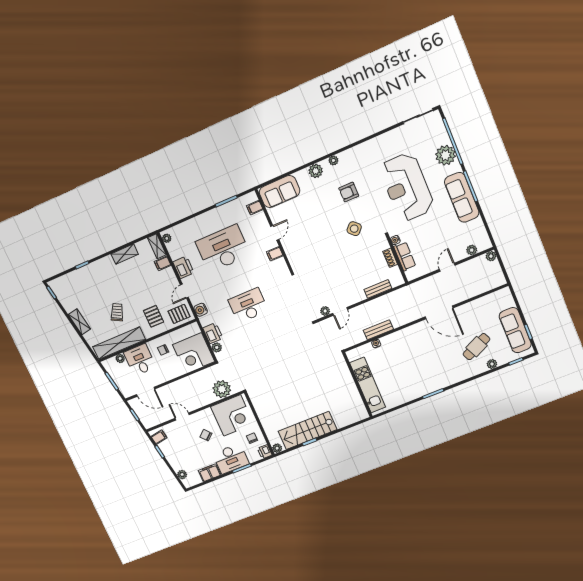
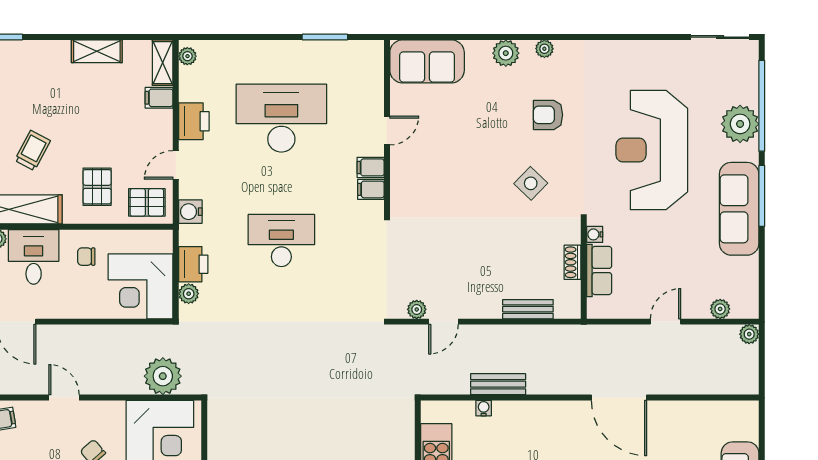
filing cabinet: (255, 208) -> (371, 189), moved

